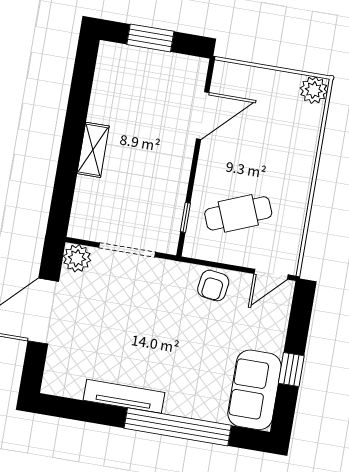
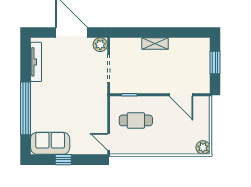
cafe table: (238, 213) -> (136, 120), turned -68
armchair: (213, 286) -> (98, 114), removed
tv unit: (124, 396) -> (36, 62), moved

